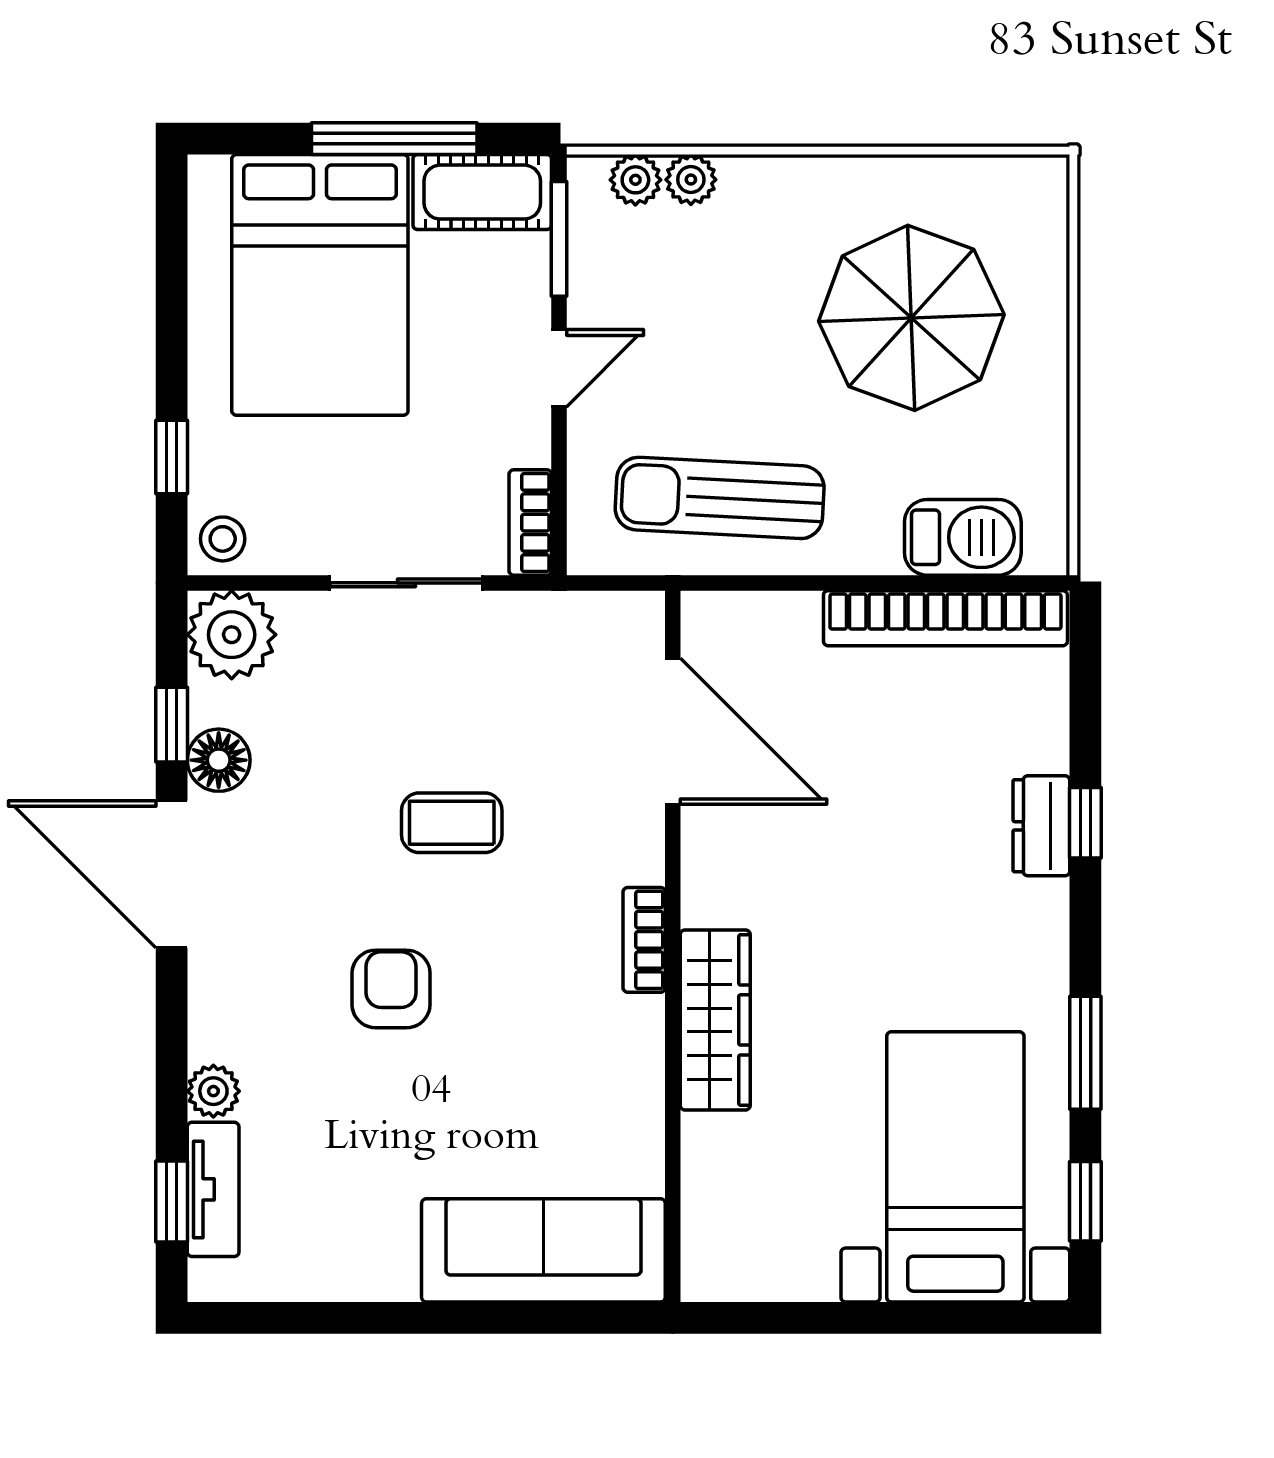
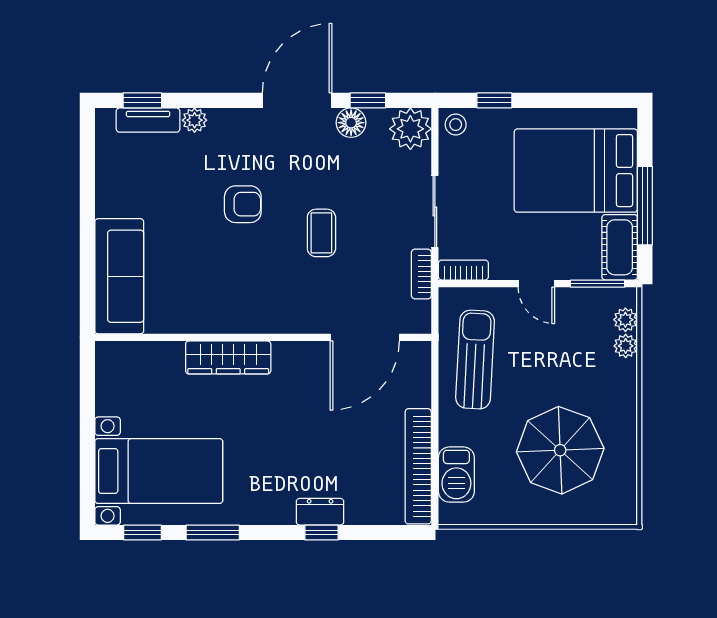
bookcase: (644, 940) -> (421, 274), moved, turned -90

